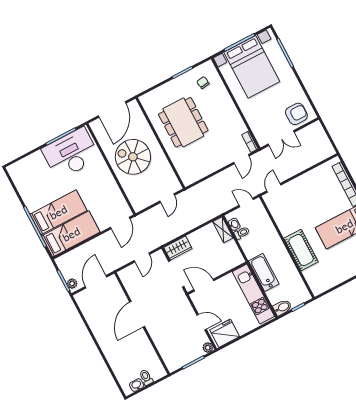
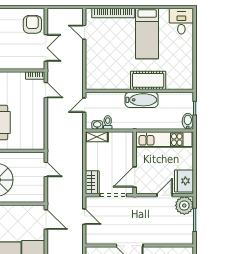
door: (274, 188) -> (84, 32), moved
bathtub: (264, 272) -> (142, 100), moved, turned 180
plant: (208, 348) -> (184, 205), width x1.88, depth x1.88

